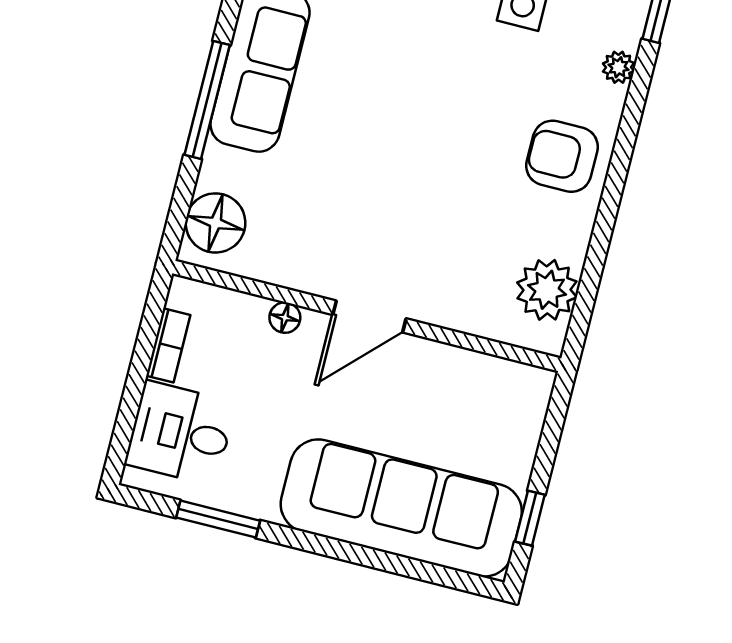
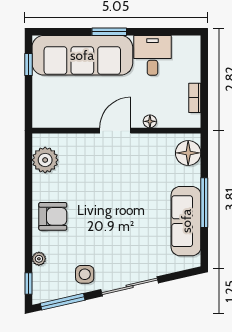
desk: (180, 433) -> (153, 55), moved, turned -90
window: (218, 519) -> (109, 32), moved

